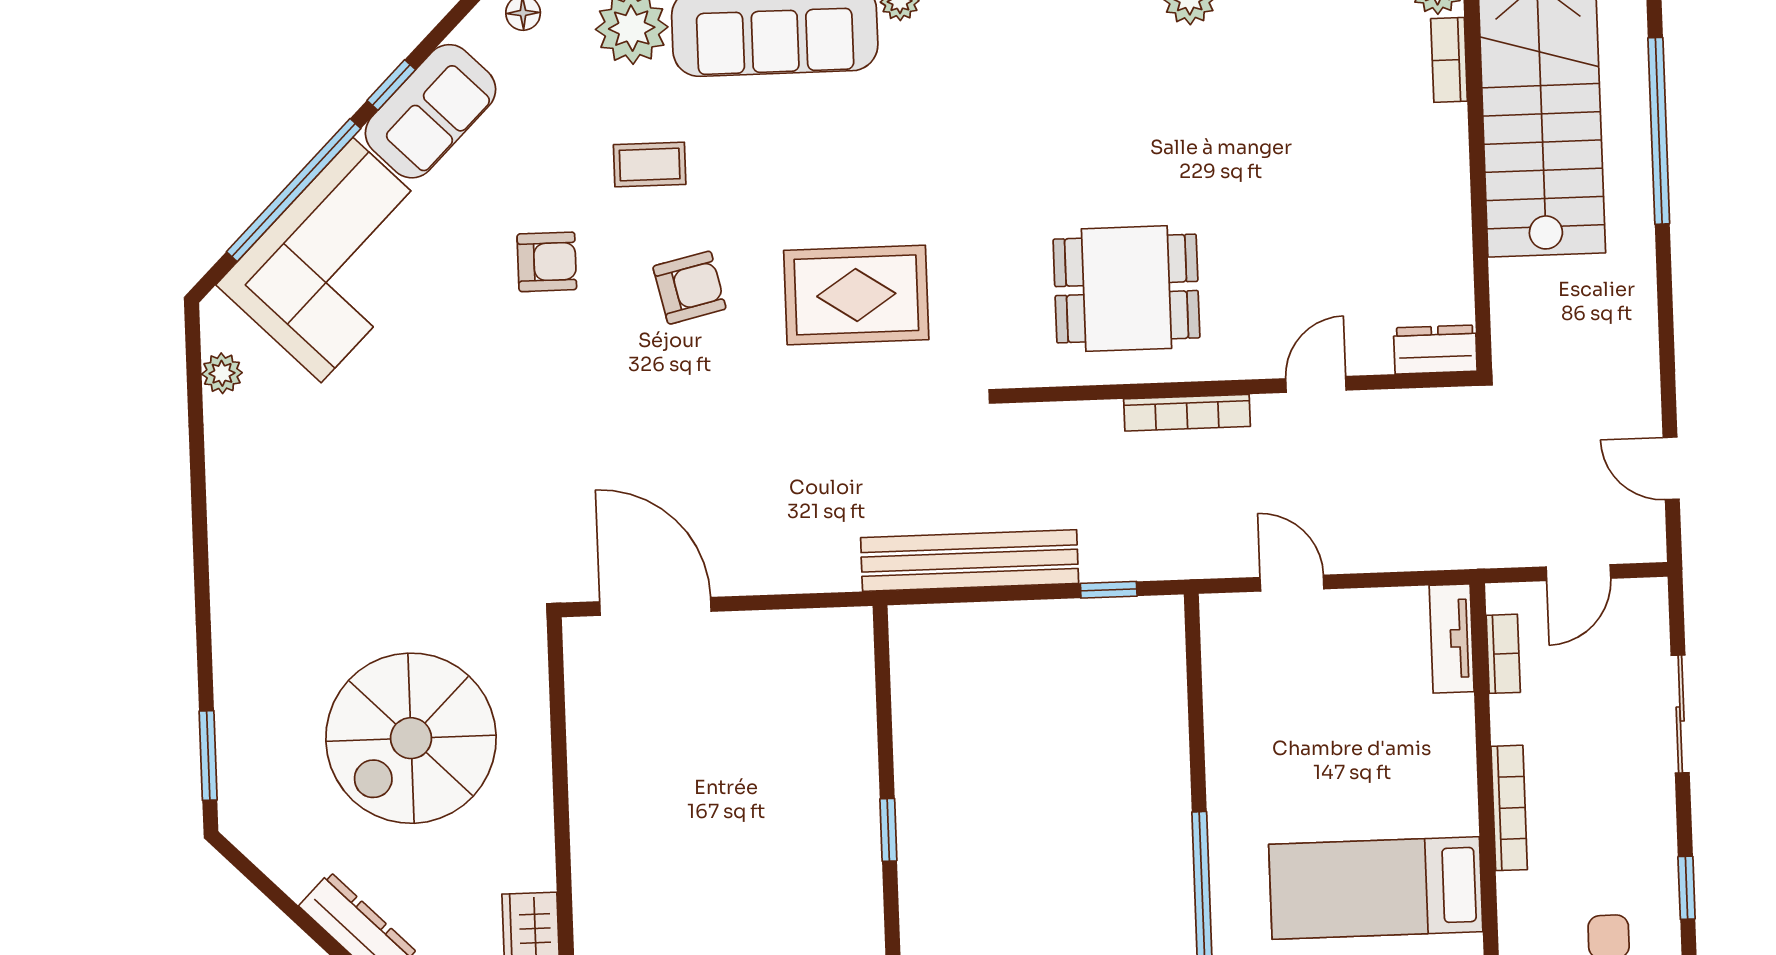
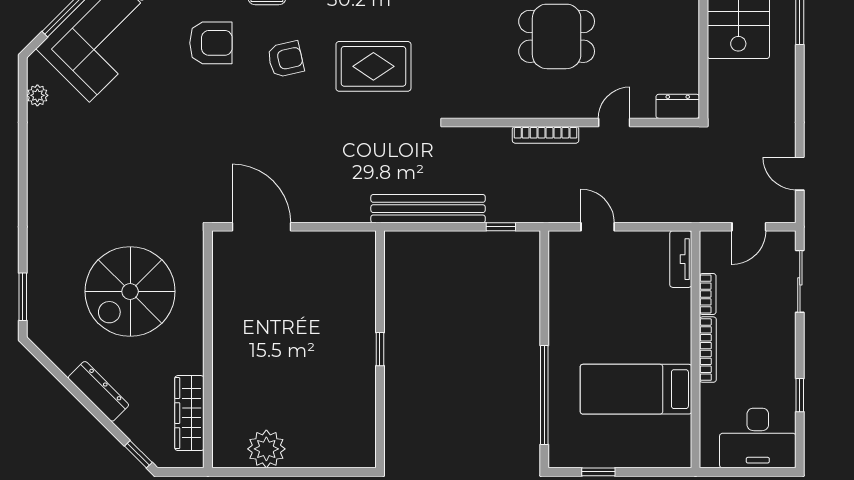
armchair: (547, 262) -> (211, 43), width x1.38, depth x1.38
dining table: (1126, 289) -> (557, 36), moved
bookcase: (1503, 654) -> (708, 294), moved
sliding door: (1680, 714) -> (800, 281), moved

